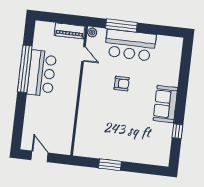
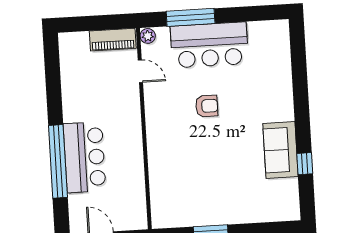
window: (25, 69) -> (58, 161), moved
bar counter: (42, 73) -> (84, 157), moved
sofa: (165, 104) -> (280, 150), moved

